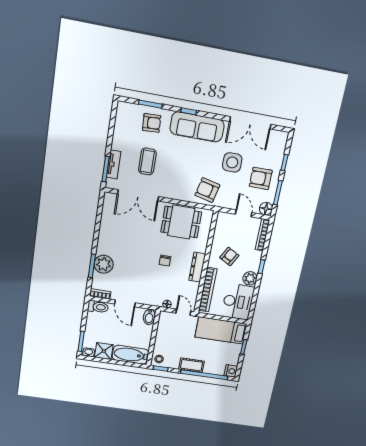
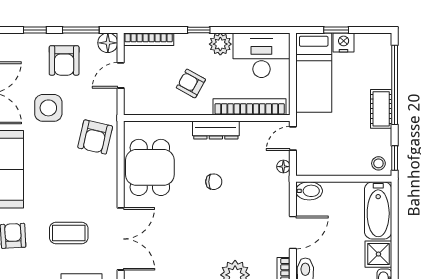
nightstand: (231, 371) -> (344, 42), moved

